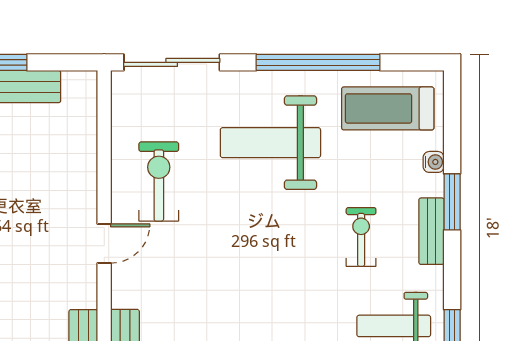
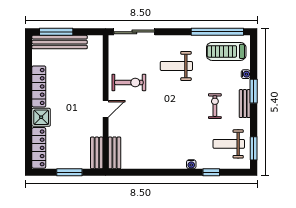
window: (318, 62) -> (217, 32), moved
weight bench: (270, 143) -> (176, 66), width x0.73, depth x0.75
exercise bike: (159, 182) -> (129, 82), turned 90

